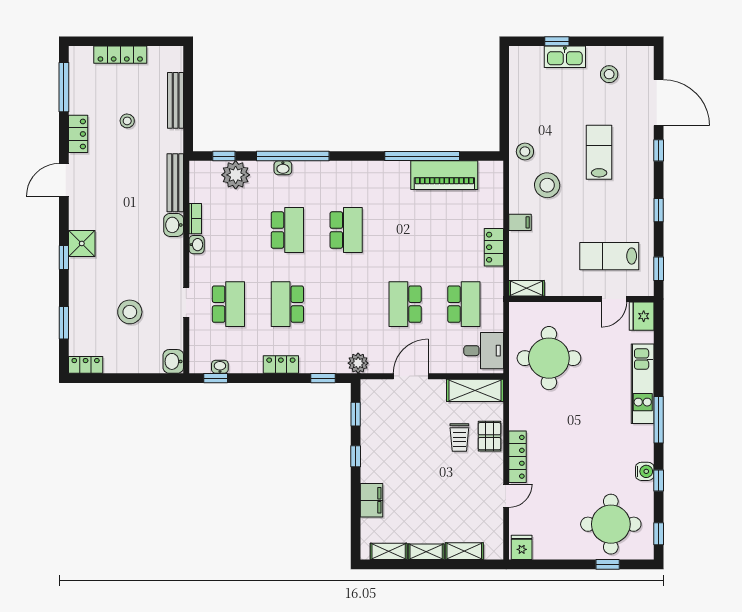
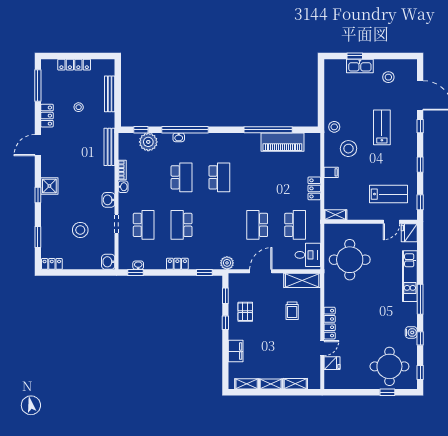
washbasin: (174, 225) -> (108, 200), moved
lab bench: (609, 256) -> (388, 194), turned 180
pallet: (489, 436) -> (245, 312), moved
fridge: (522, 547) -> (332, 363), moved, turned 90

